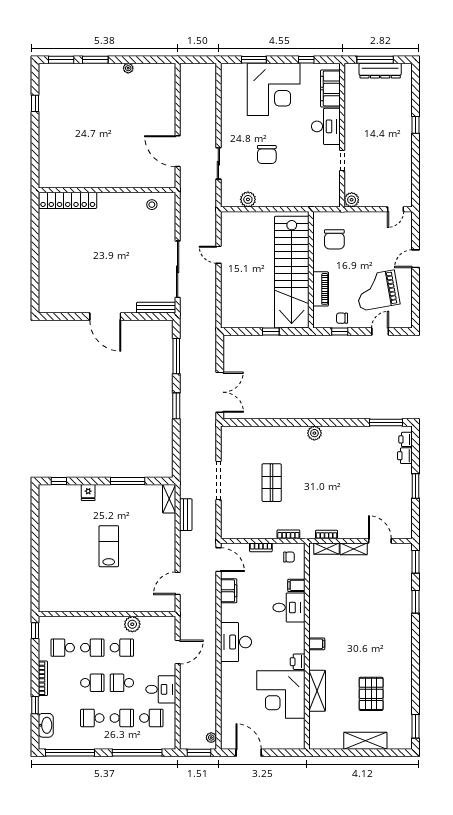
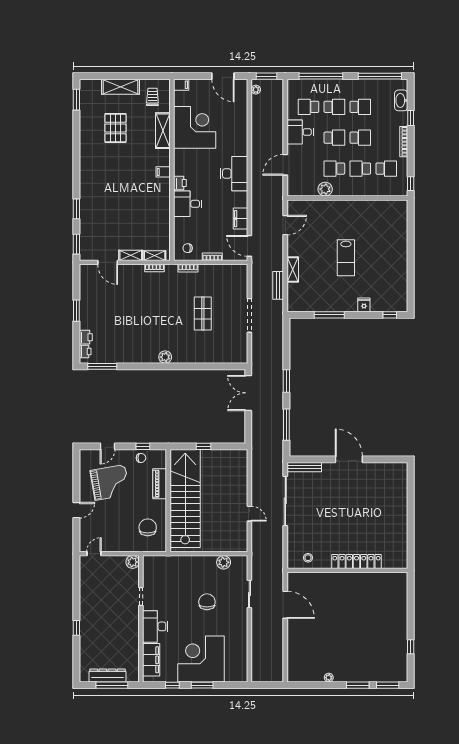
window: (254, 60) -> (202, 685), moved
locker: (68, 200) -> (357, 561), moved
shelving: (169, 499) -> (293, 269), moved
filing cabinet: (296, 585) -> (181, 85), moved
printer: (298, 662) -> (180, 183), moved
school desk: (92, 683) -> (360, 138), turned 180
school desk: (122, 718) -> (334, 107), turned 180
trolley: (329, 729) -> (152, 97), added

